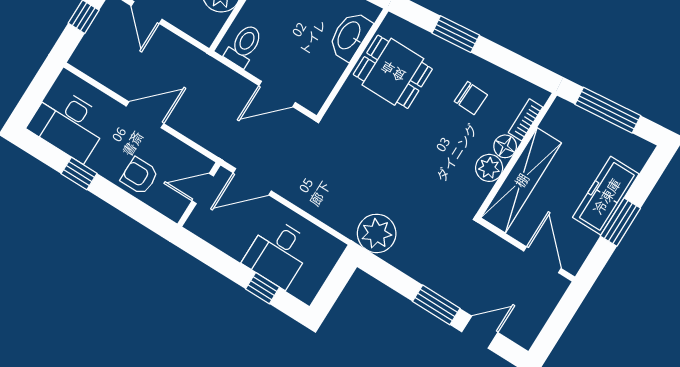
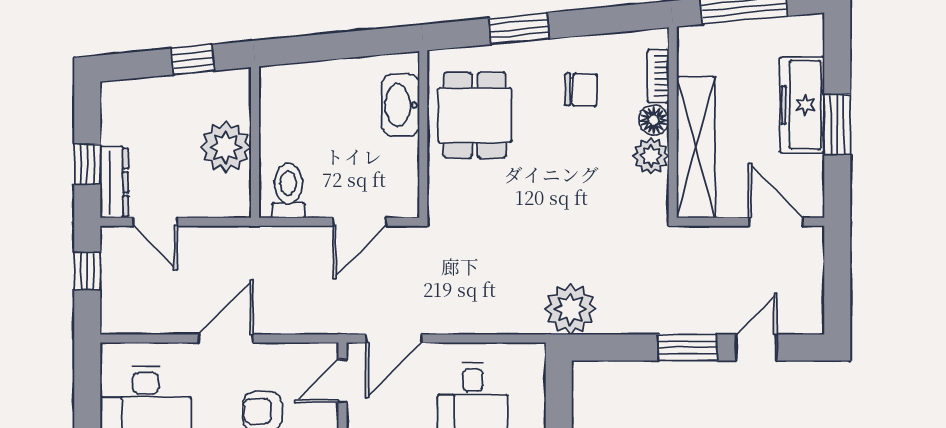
dining table: (393, 72) -> (475, 115), turned 90

